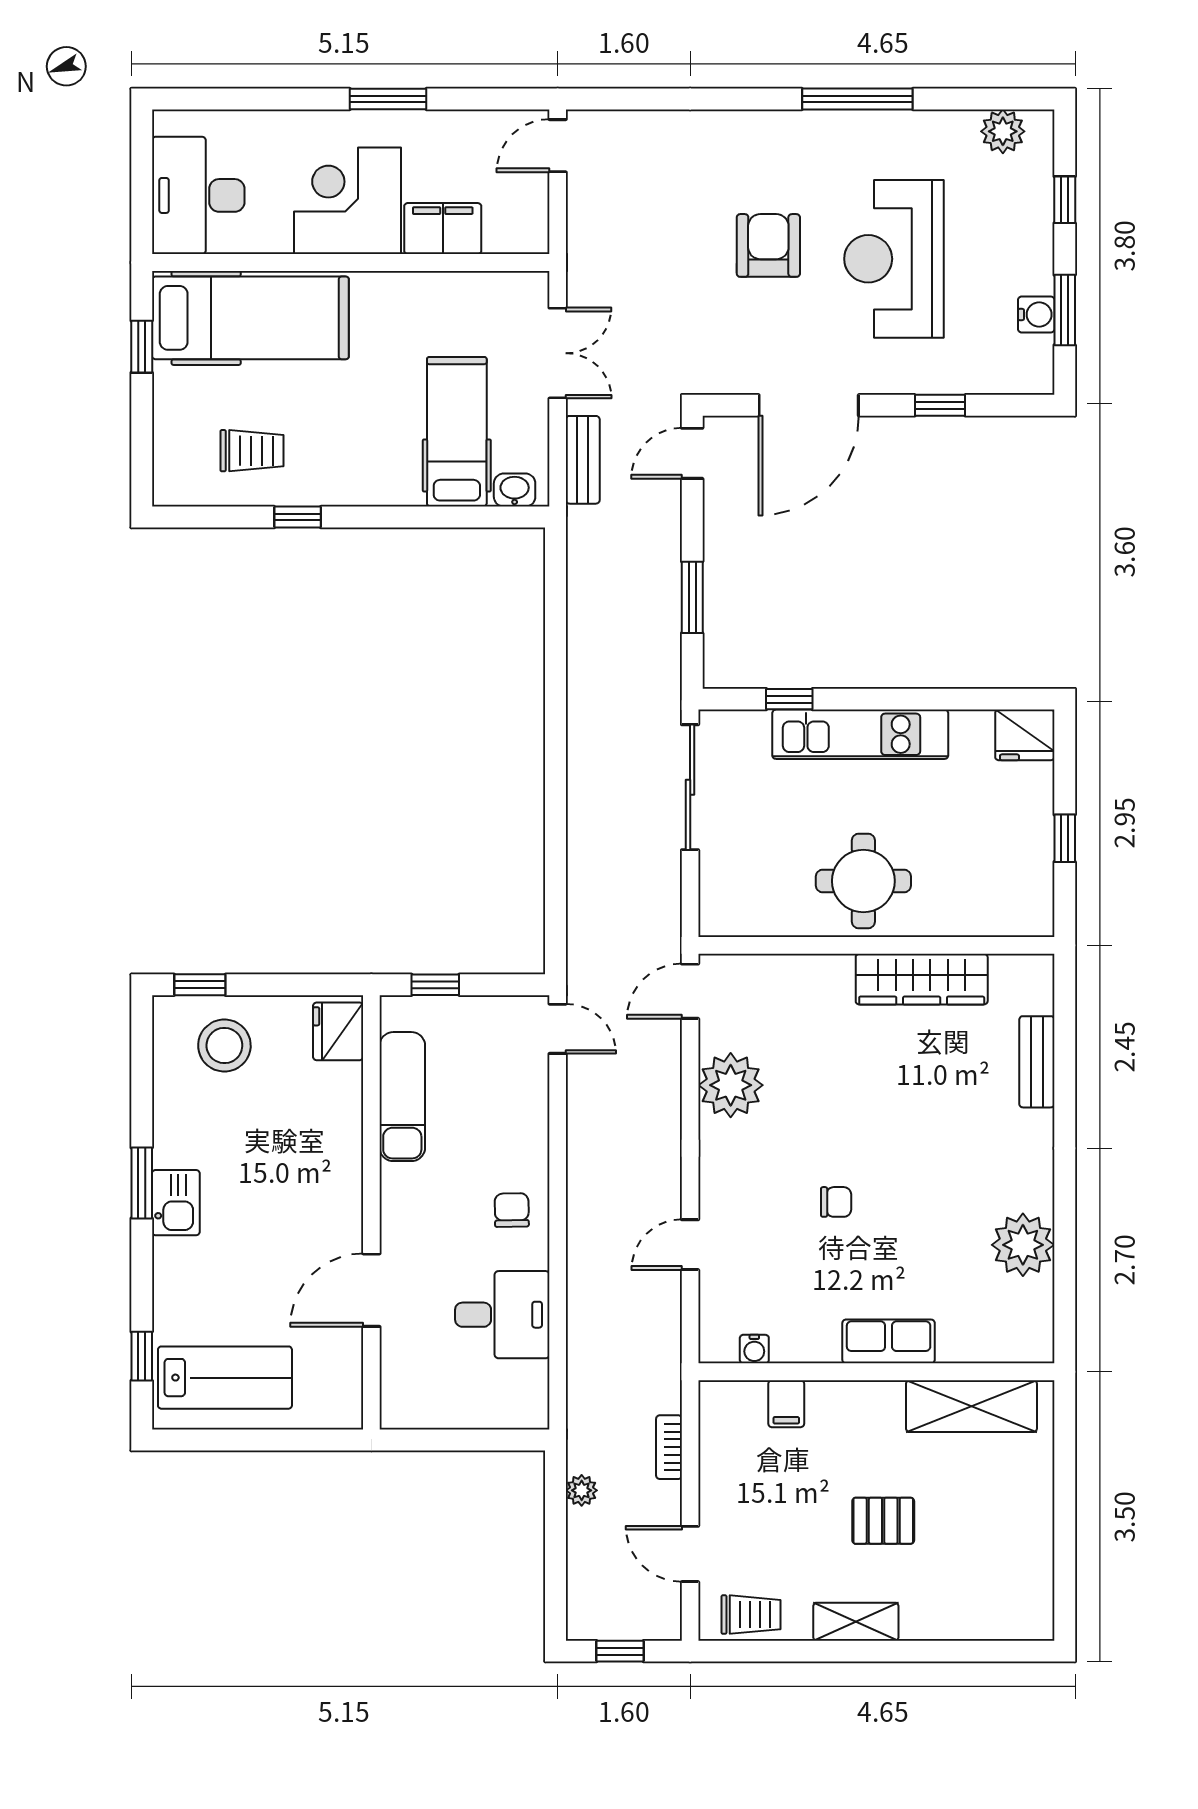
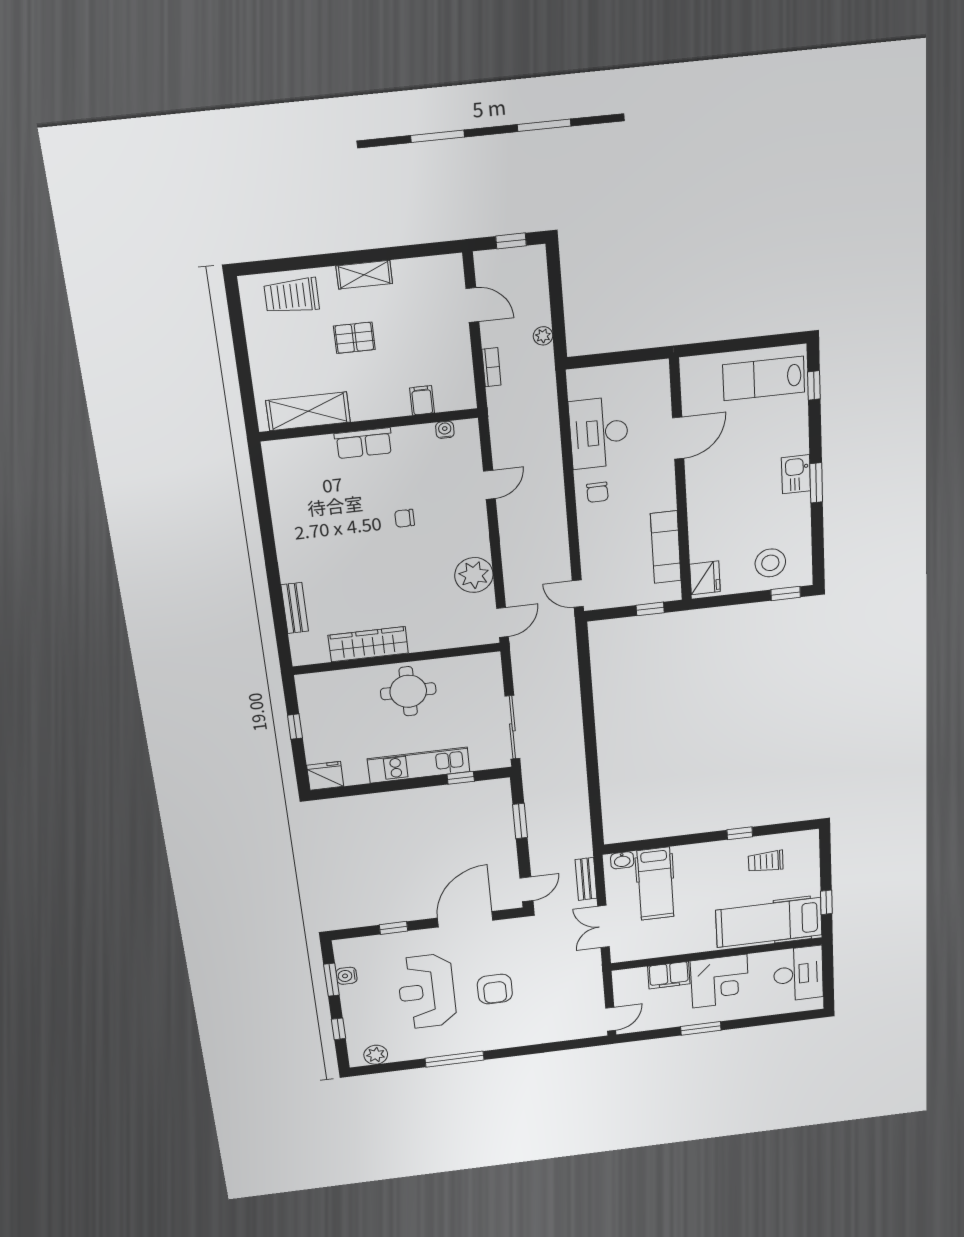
reception desk: (894, 259) -> (427, 991), turned 180
plant: (1023, 1245) -> (289, 507), removed
desk: (502, 1315) -> (599, 433), width x1.37
trolley: (751, 1615) -> (292, 296), moved, width x1.36, depth x1.39

